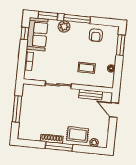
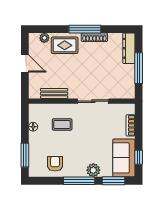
door: (114, 110) -> (25, 64), moved
dresser: (24, 127) -> (129, 48), added

